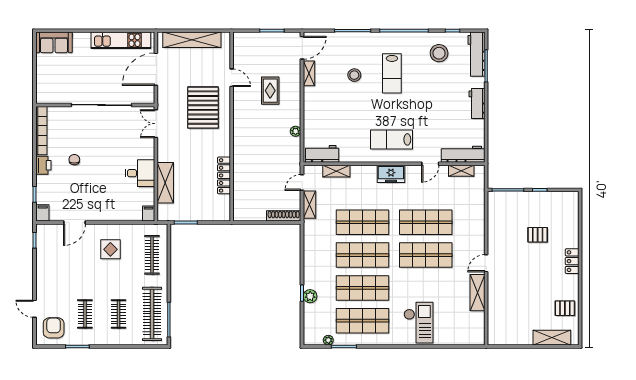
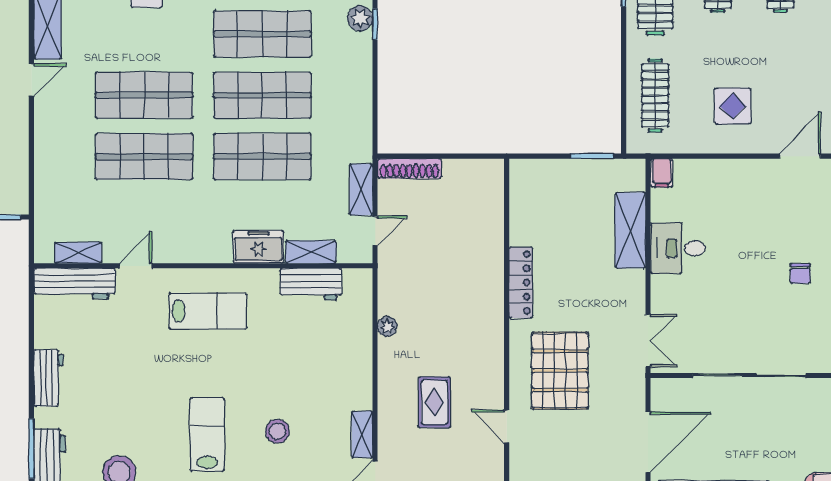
workbench: (322, 154) -> (311, 284), moved
freezer: (391, 174) -> (258, 247), moved
locker: (224, 175) -> (521, 283), moved

